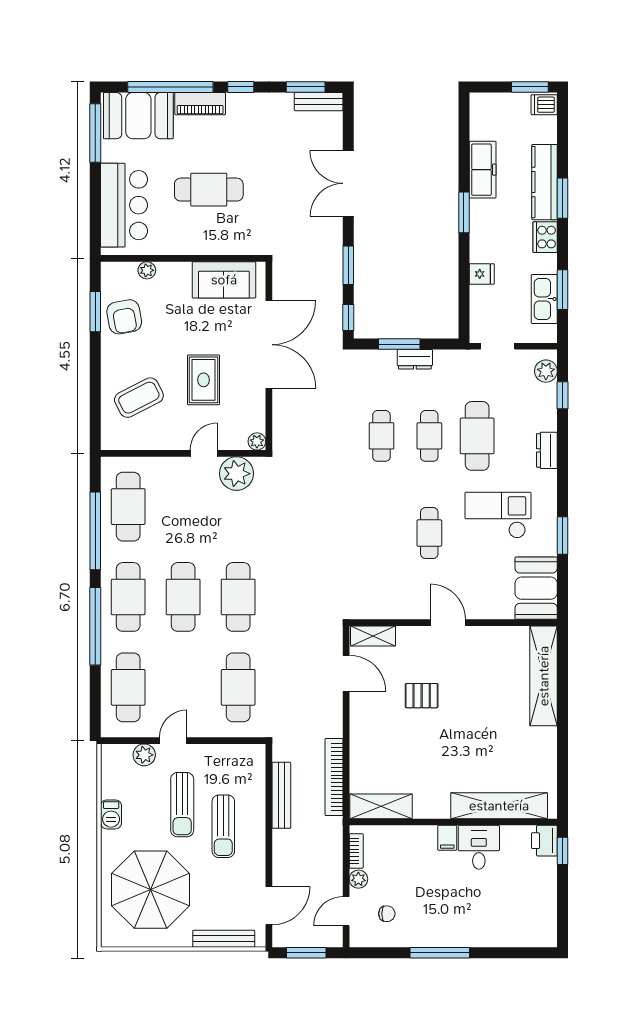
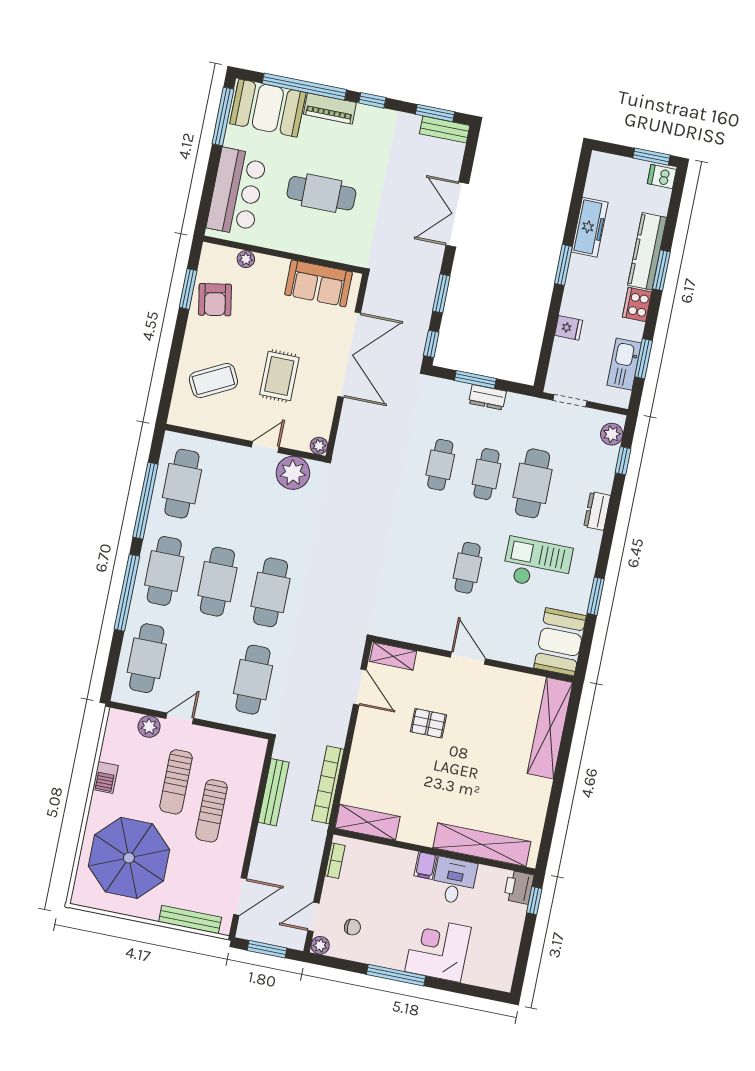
plant: (358, 879) -> (320, 945), moved
corner desk: (476, 919) -> (438, 949), added

